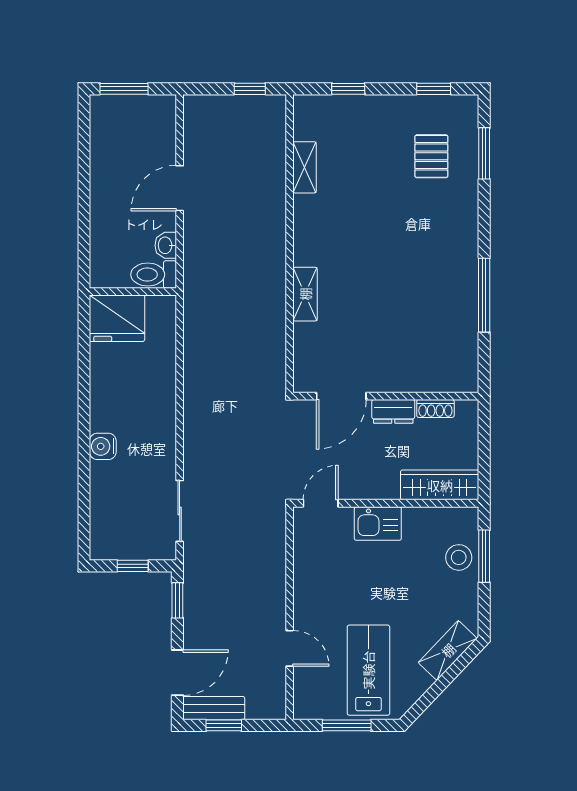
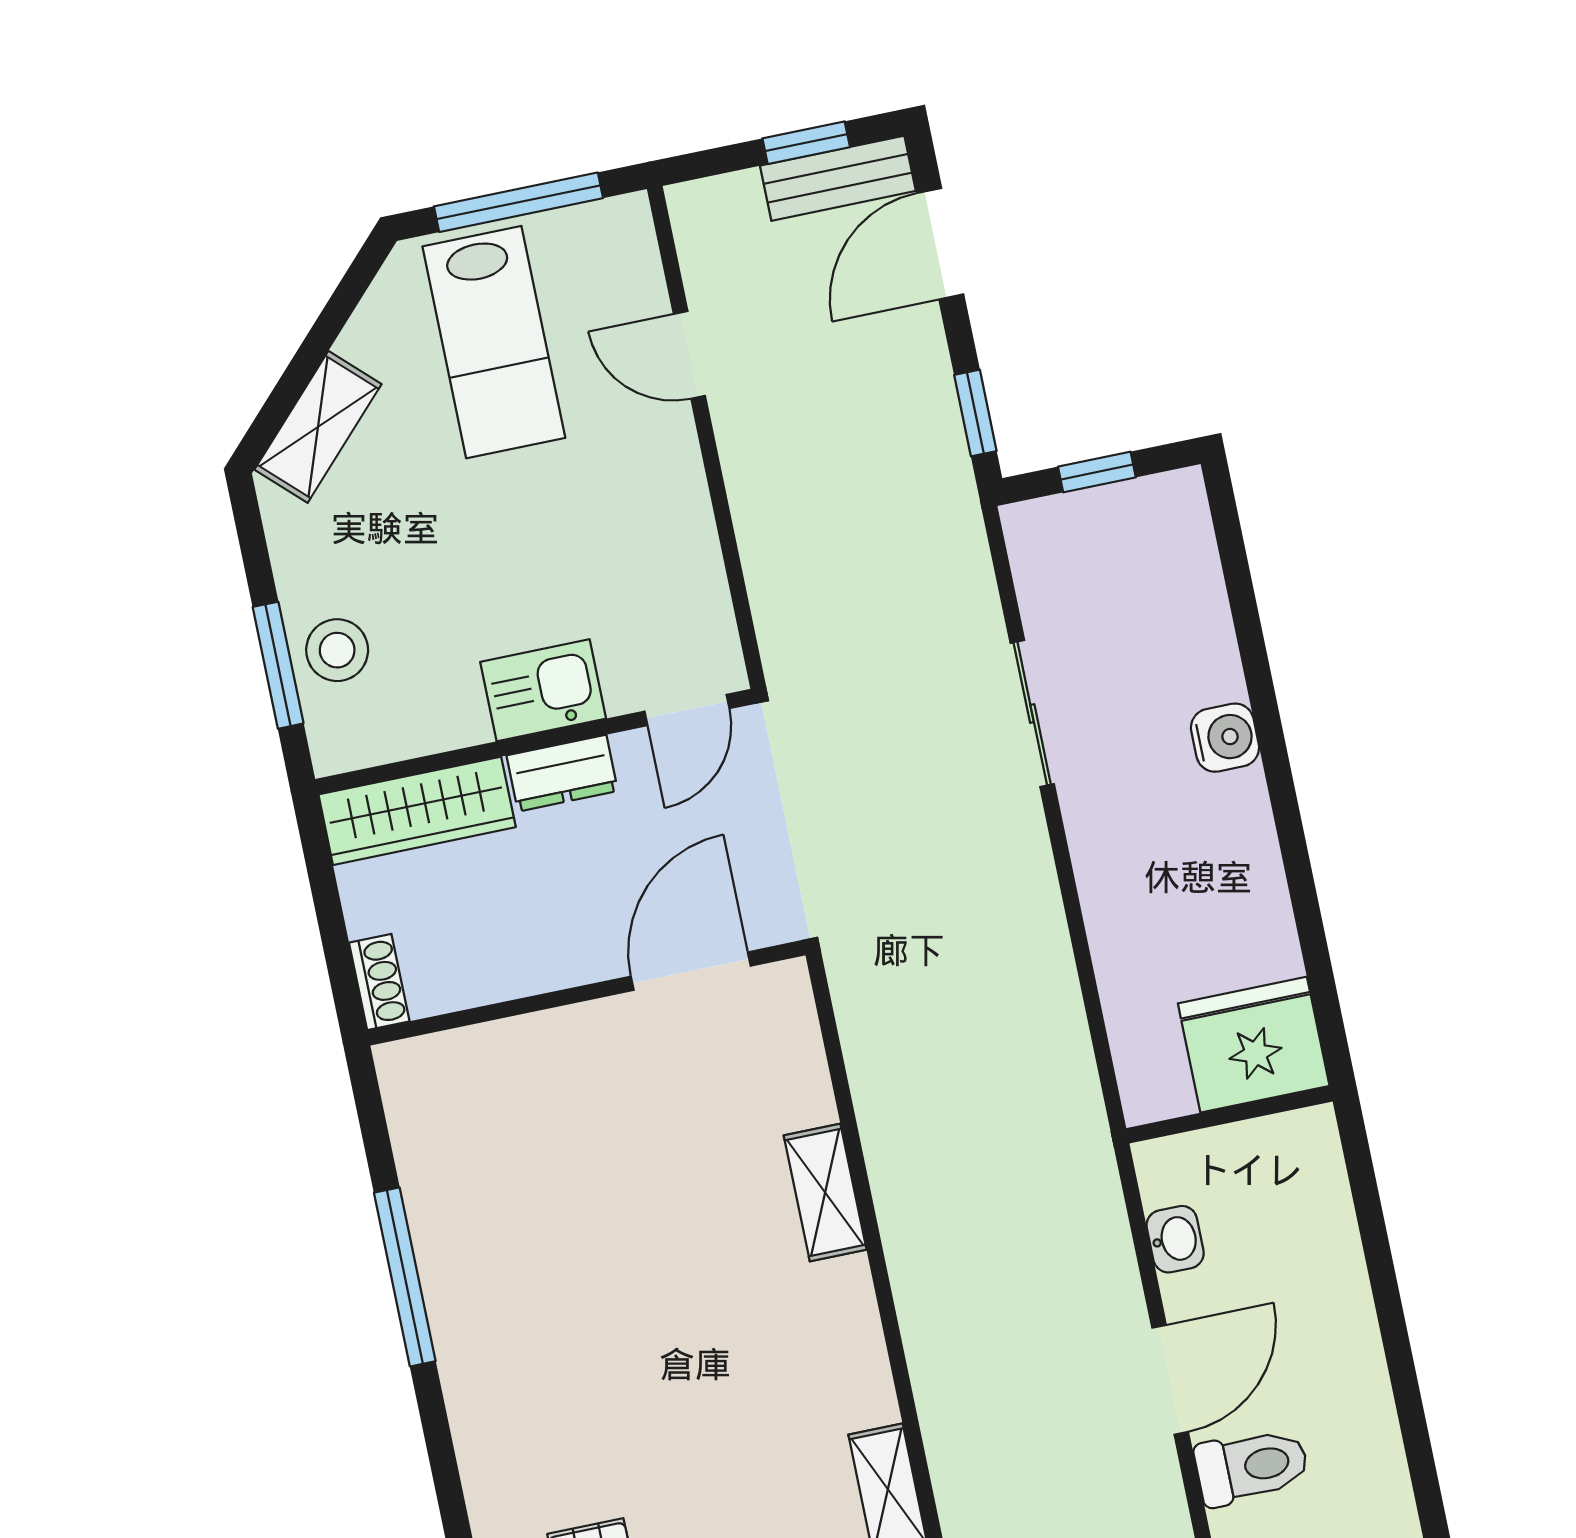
toilet: (154, 275) -> (1252, 1466), moved
shoe rack: (435, 408) -> (379, 982), moved, turned 90
dresser: (393, 411) -> (562, 773), moved, turned 180
sliding door: (180, 511) -> (1032, 713), moved
window: (347, 725) -> (518, 202), width x1.44

